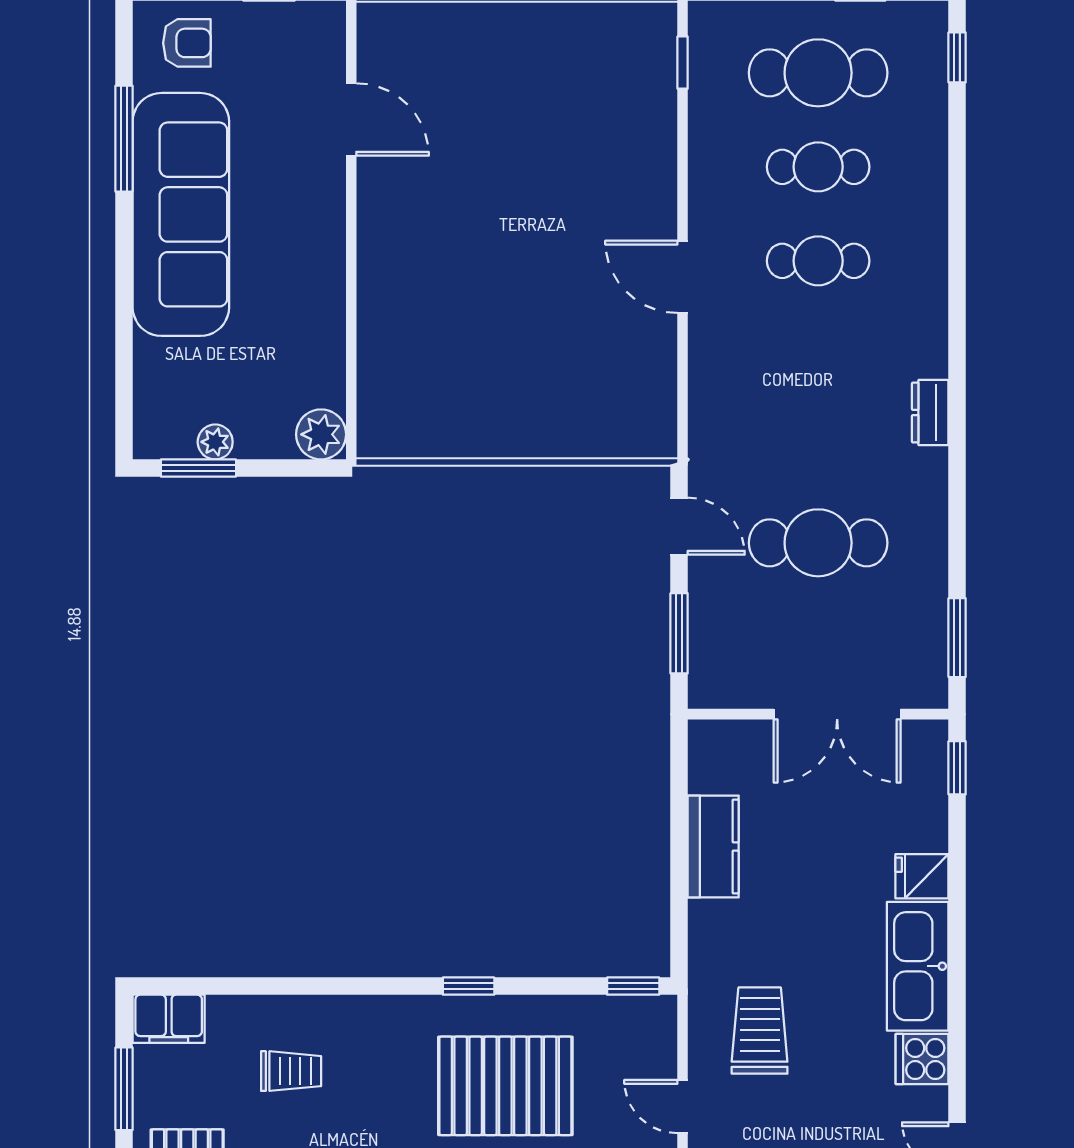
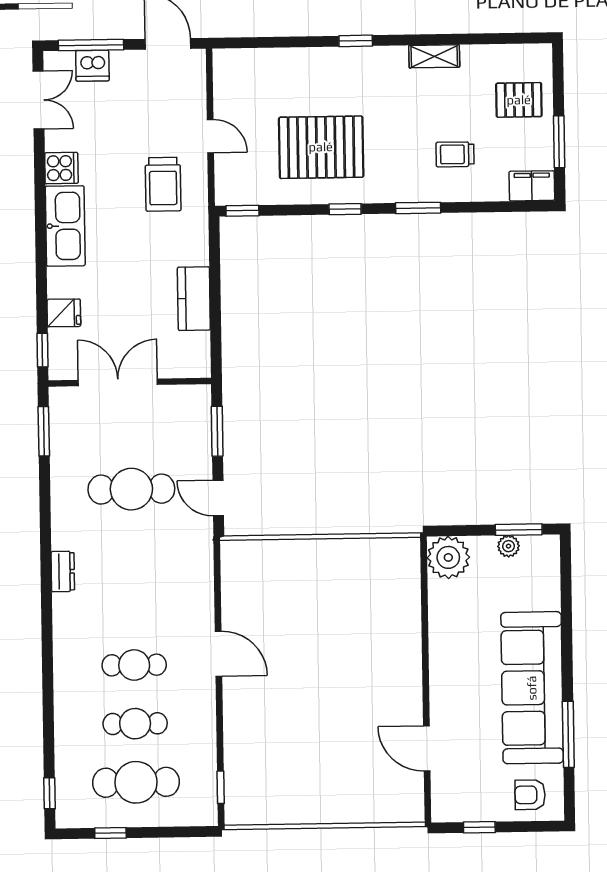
plant: (321, 434) -> (448, 557), width x1.36, depth x1.36
fridge: (922, 876) -> (64, 313), moved
window: (351, 986) -> (418, 208), added

